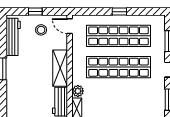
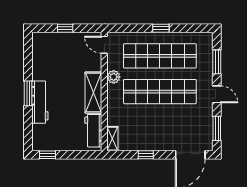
stool: (41, 30) -> (72, 49), removed
workbench: (13, 37) -> (40, 102), moved
plant: (78, 91) -> (114, 77), moved

